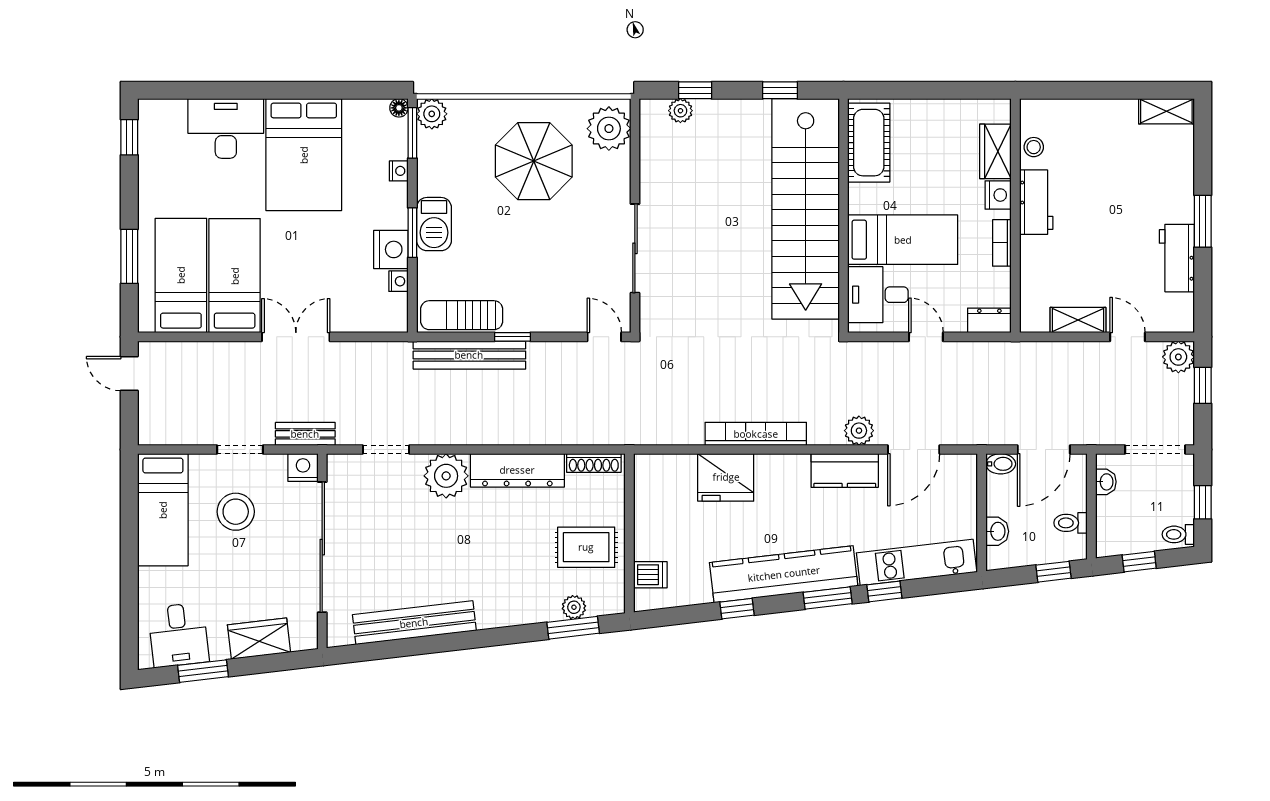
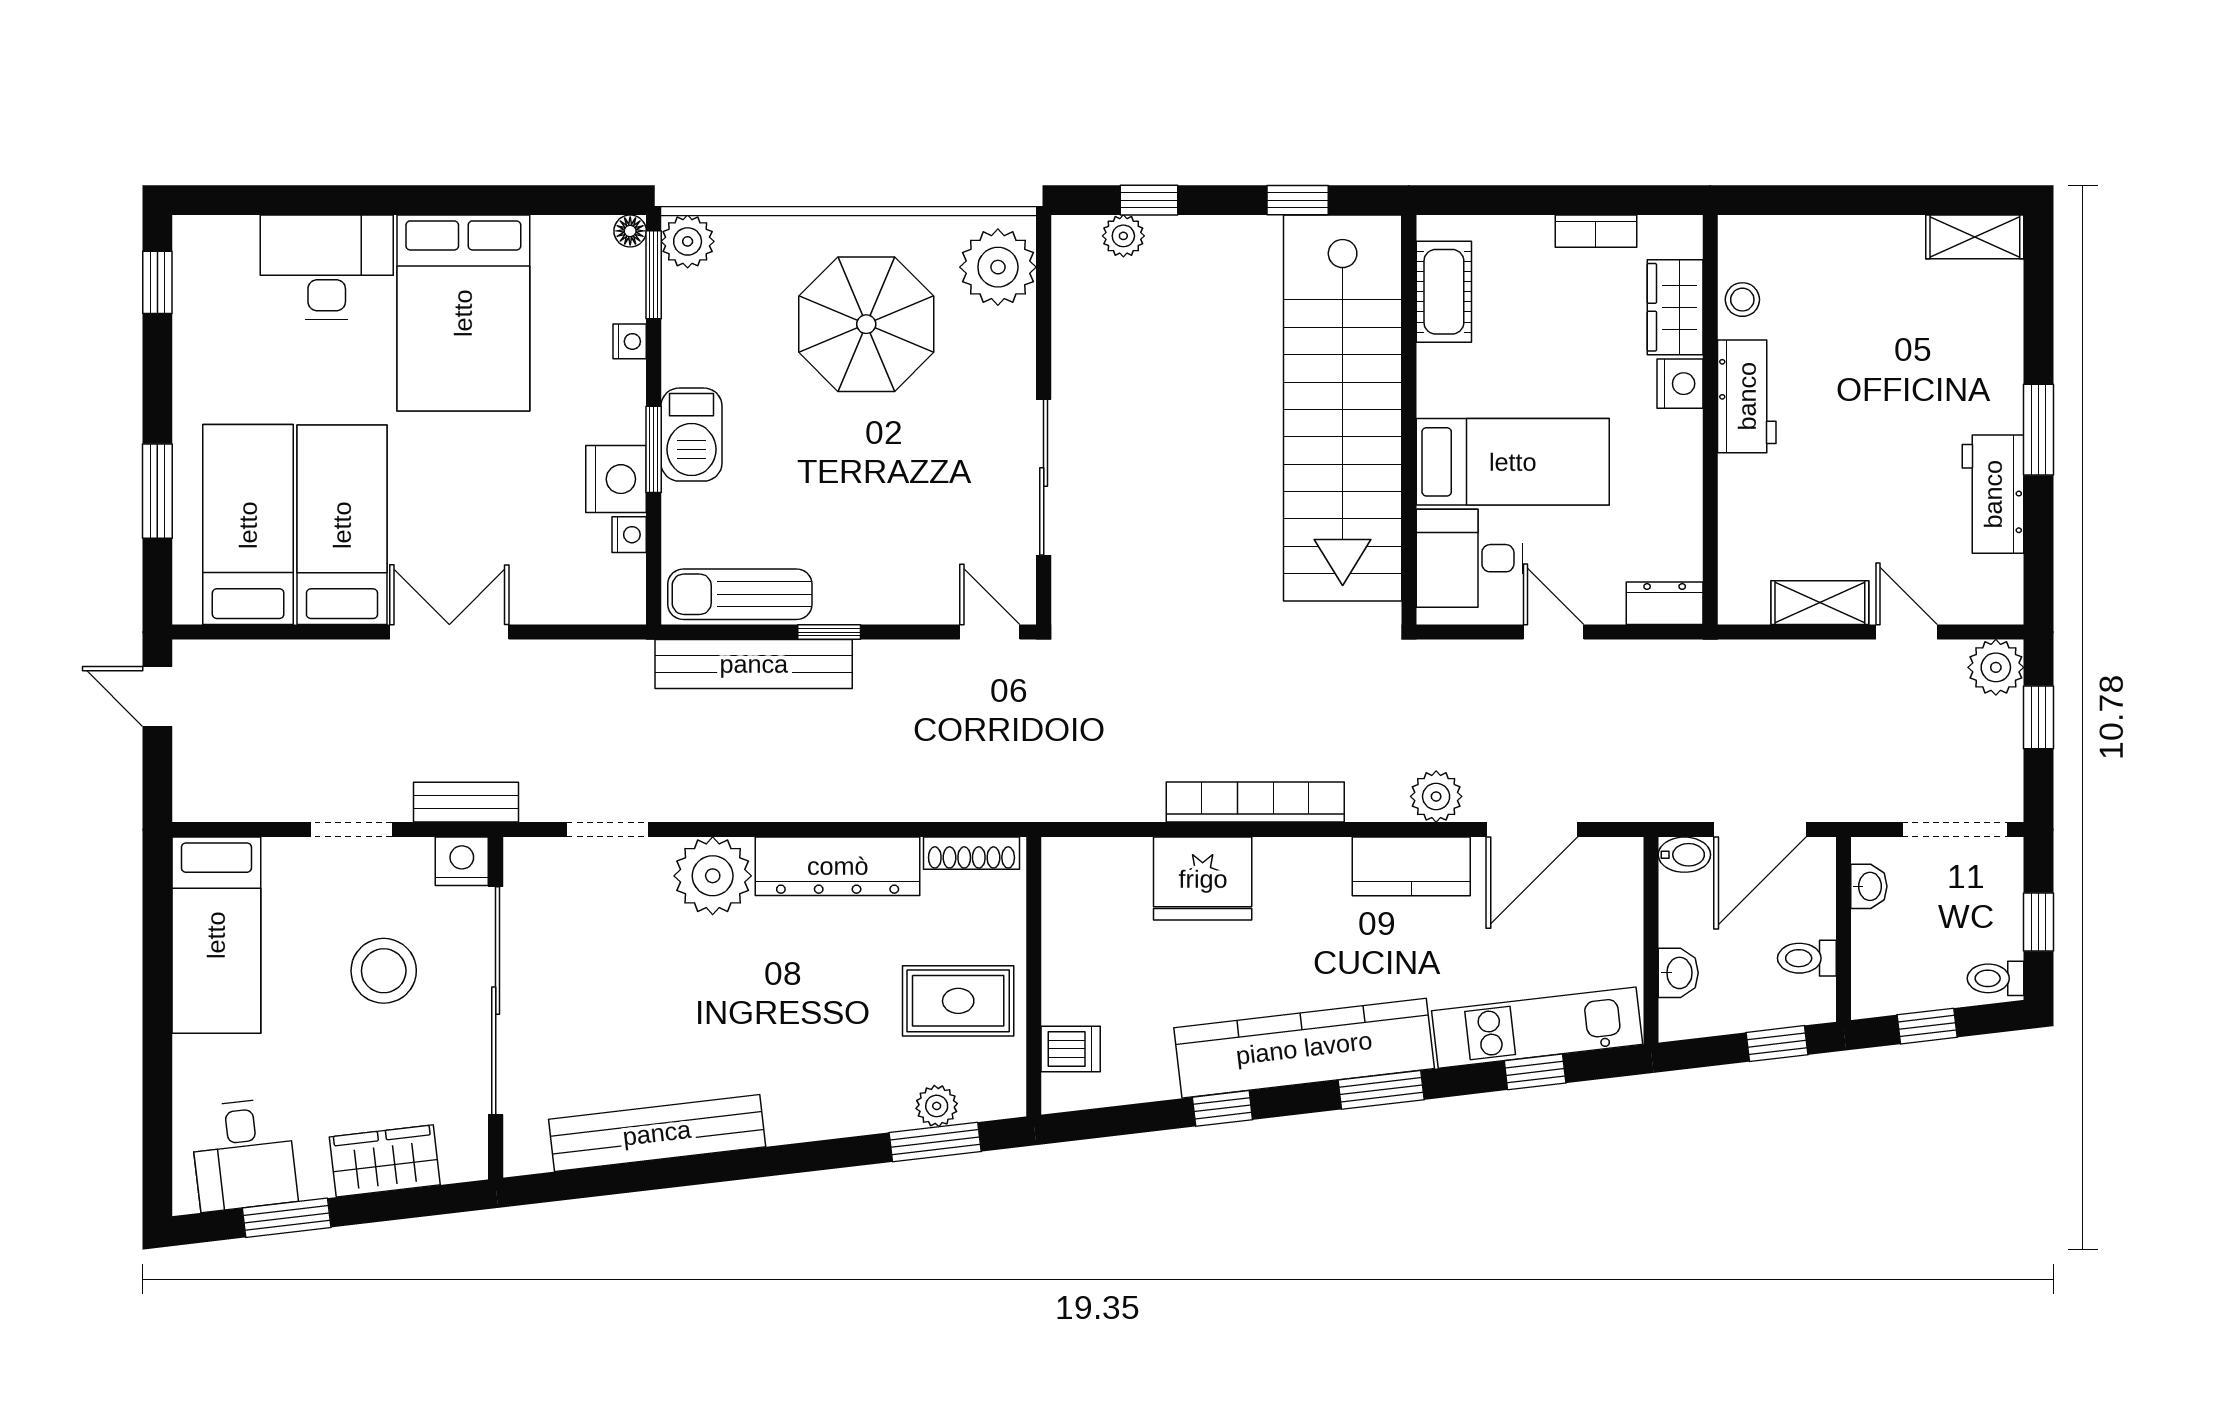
cot: (869, 143) -> (1444, 292), width x0.73, depth x0.75
bookcase: (1002, 243) -> (1596, 231), moved, turned -90
stool: (236, 512) -> (384, 971), moved
window: (884, 591) -> (1535, 1072), moved

